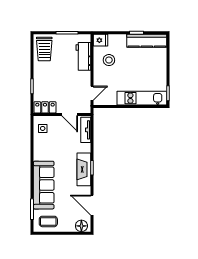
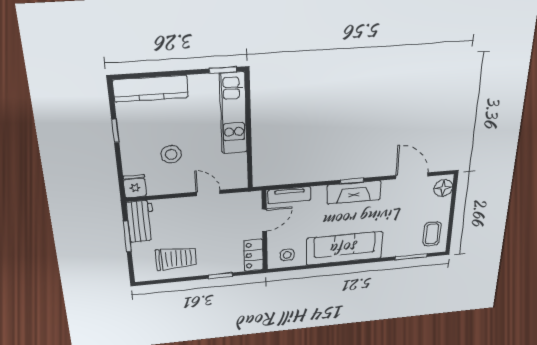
kitchen counter: (147, 41) -> (151, 89), moved, turned 90
trolley: (44, 49) -> (176, 259), moved
workbench: (83, 56) -> (141, 221), moved, turned -90
stool: (109, 60) -> (171, 154), moved
door: (92, 93) -> (208, 193), moved
sofa: (44, 185) -> (344, 248), moved
door: (92, 205) -> (412, 176), swing flipped

